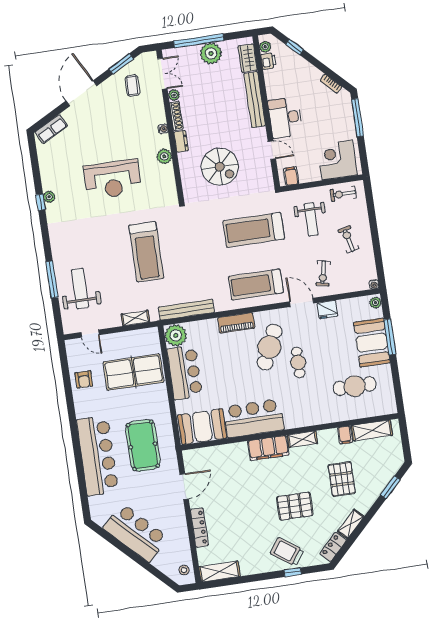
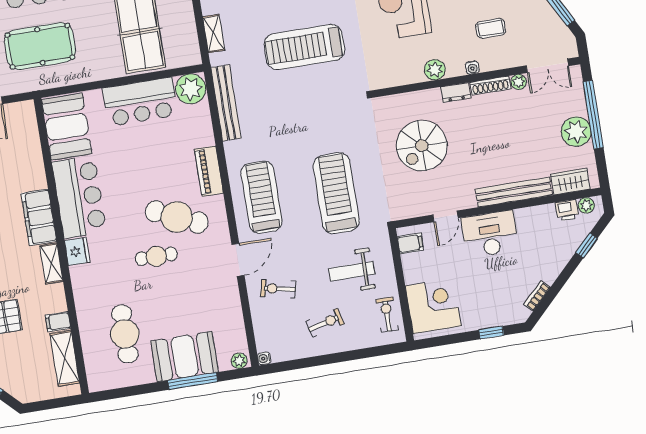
coffee table: (132, 86) -> (491, 28), moved
window: (357, 118) -> (491, 333), width x0.46
fridge: (327, 310) -> (77, 251), moved, turned 180

